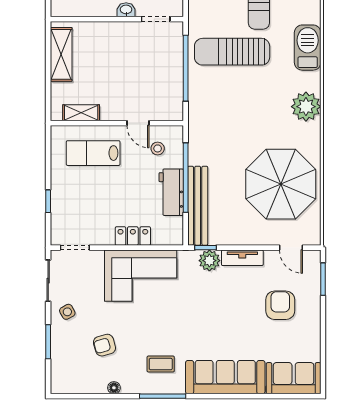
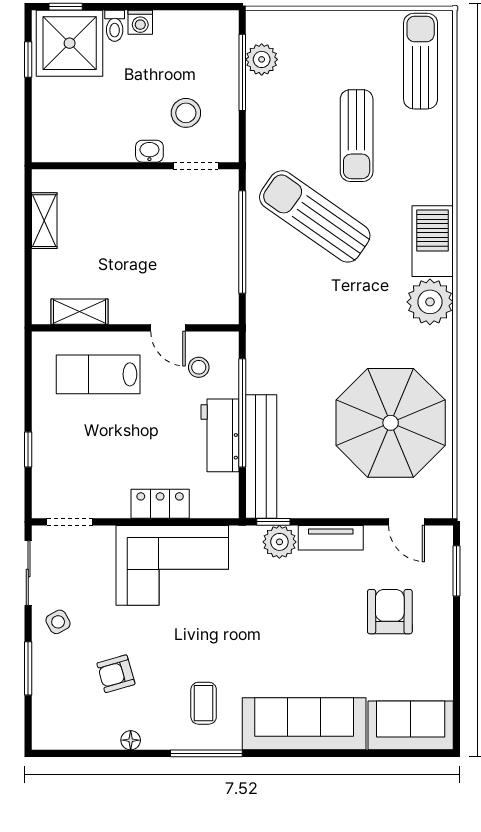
barbecue: (308, 48) -> (433, 241), moved
sun lounger: (232, 52) -> (315, 216), turned 35
shelving: (61, 54) -> (44, 221), width x0.67, depth x0.75
coffee table: (161, 364) -> (204, 703), turned 90

